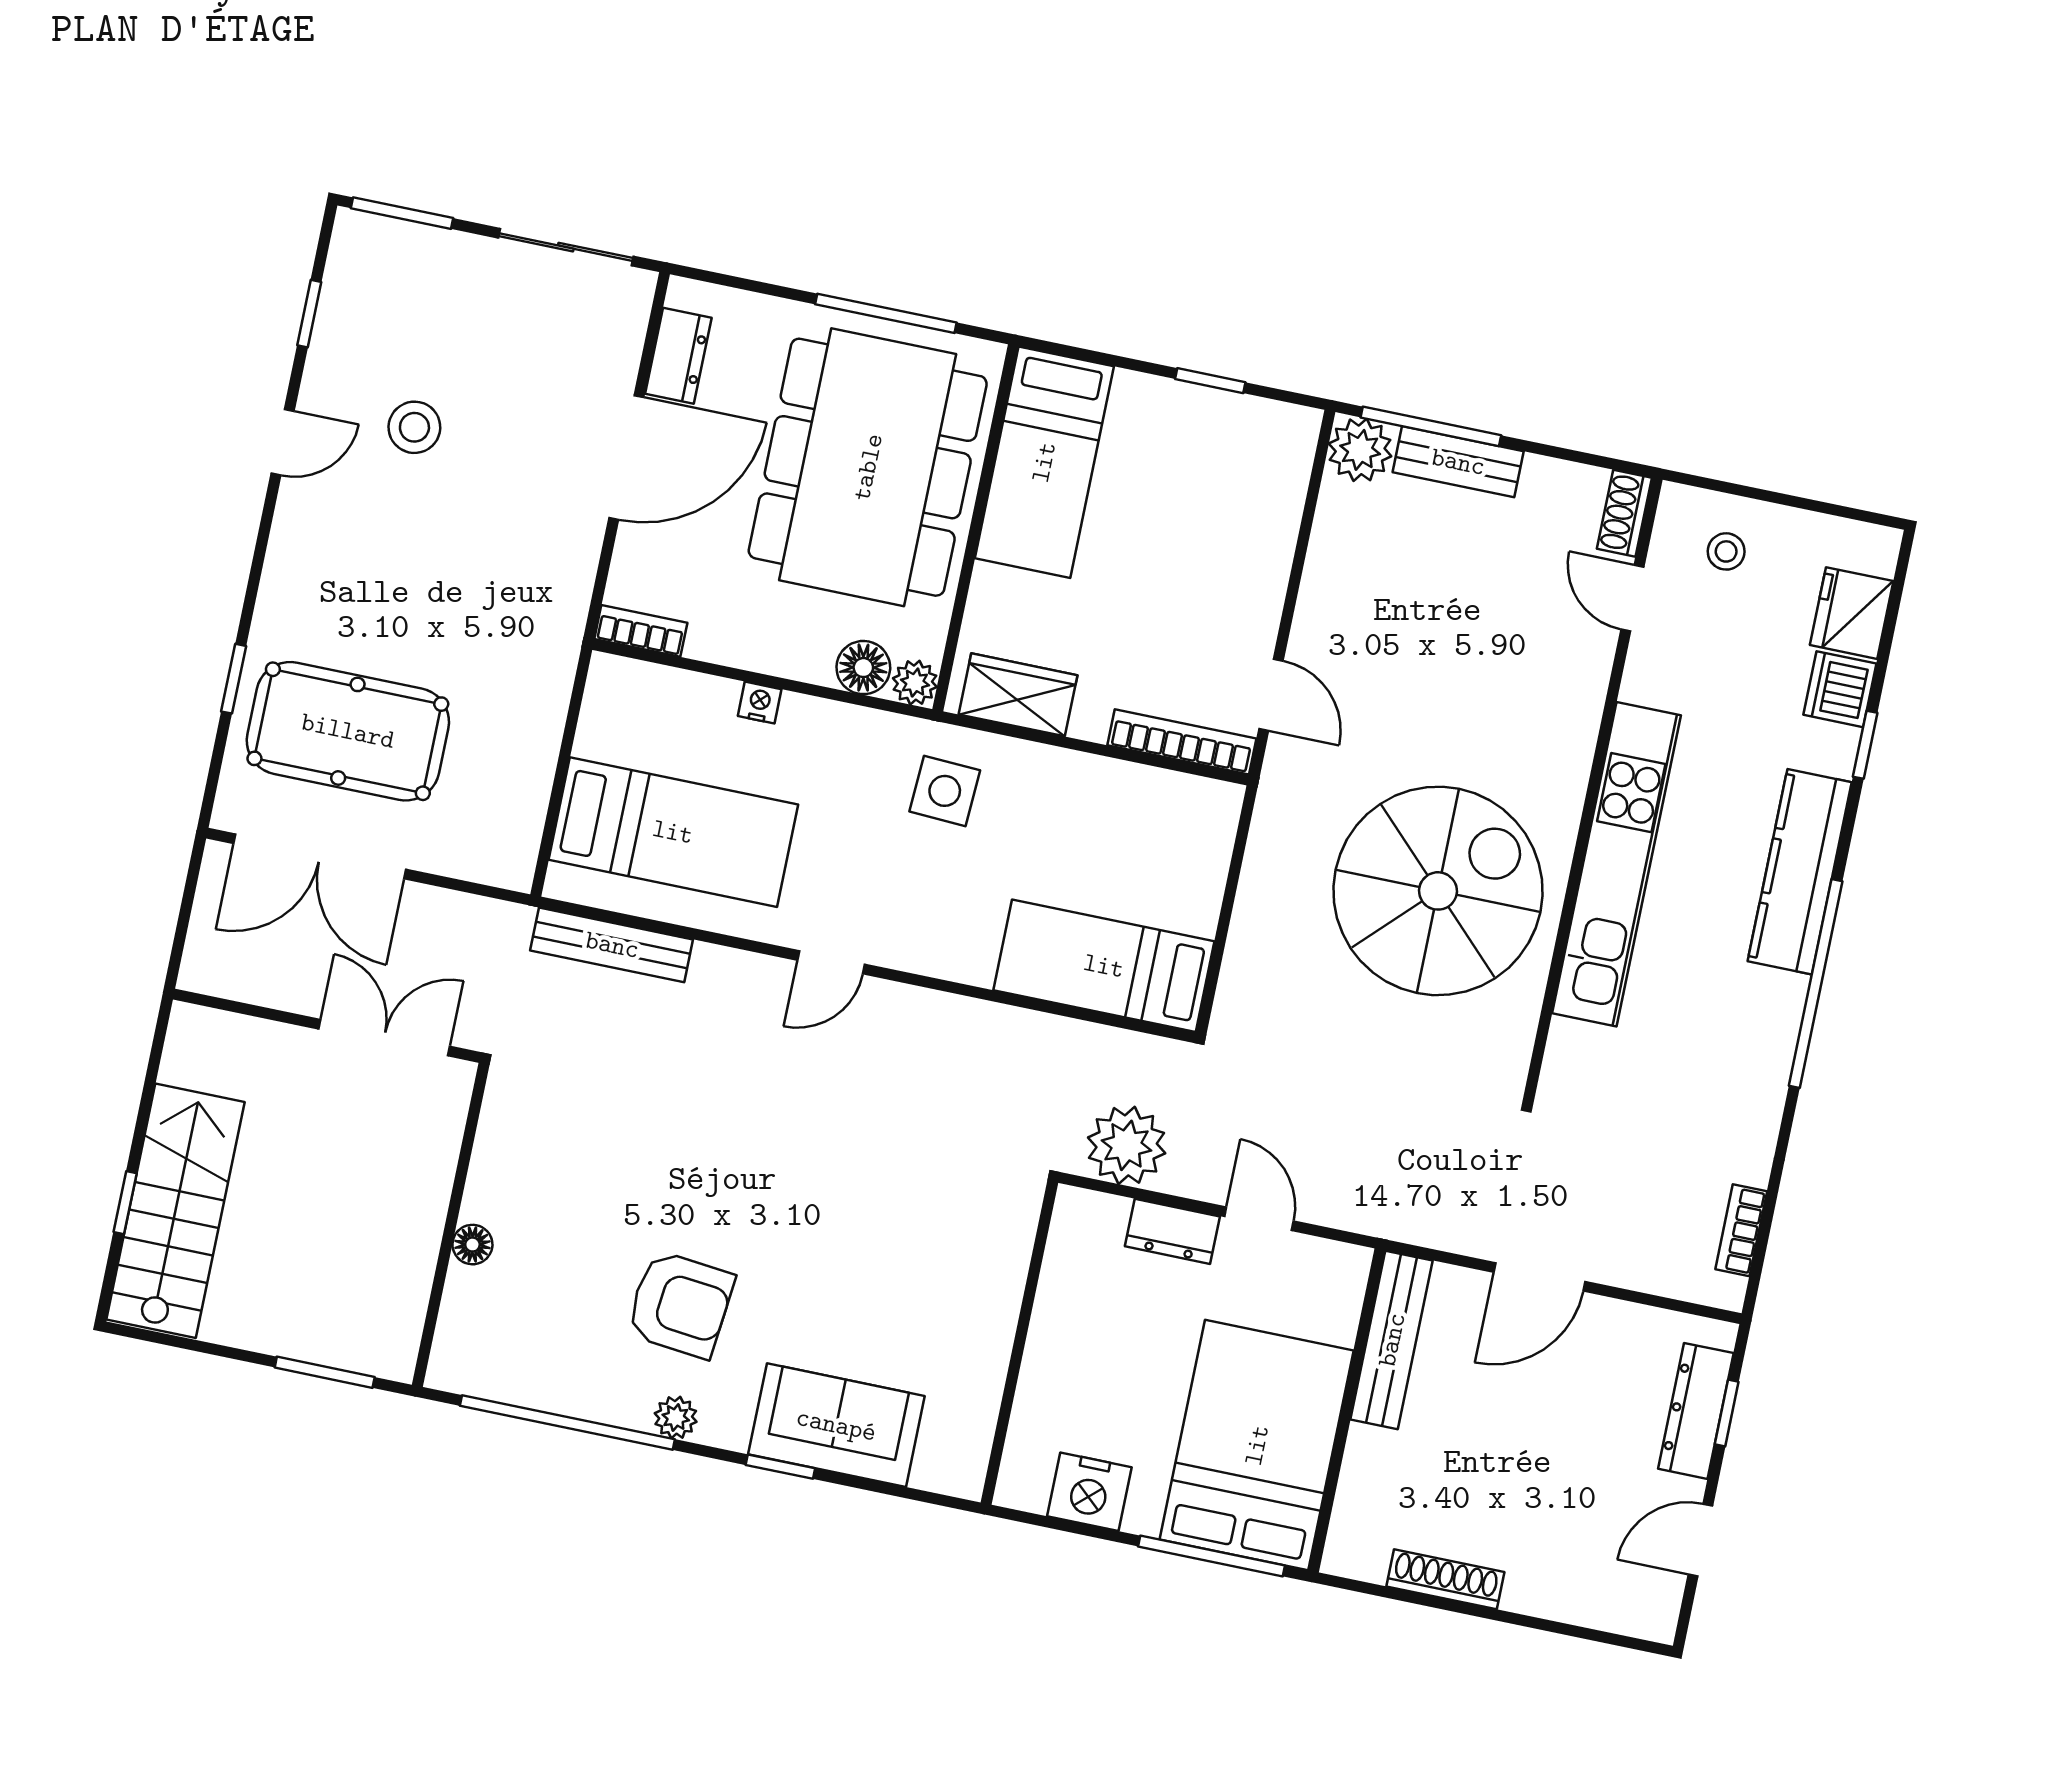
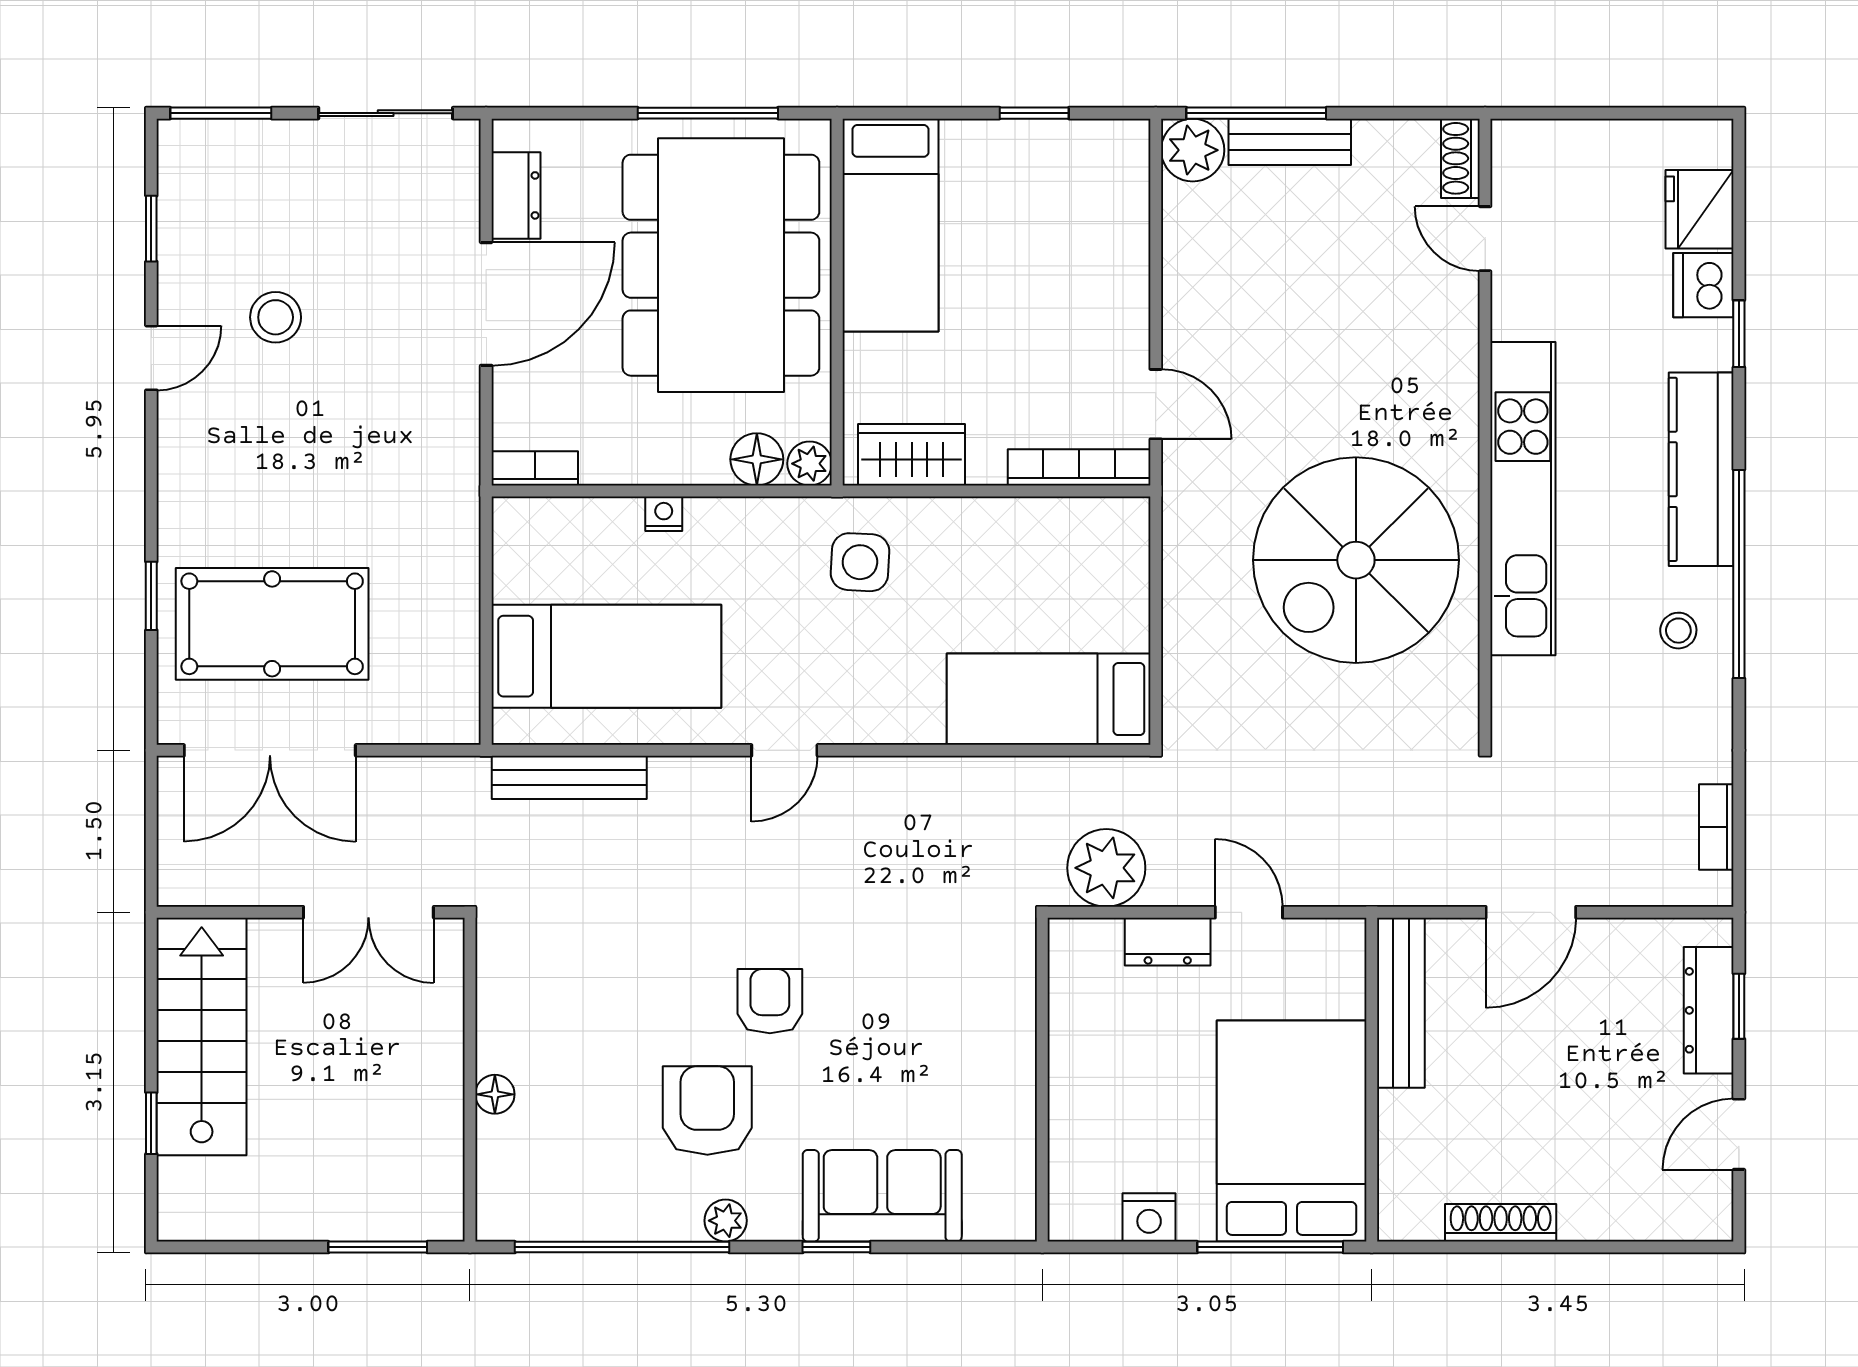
stool: (1726, 551) -> (1678, 631), moved
spiral stairs: (1438, 891) -> (1356, 560), turned 180
double door: (384, 1038) -> (368, 912), swing flipped
armchair: (765, 1209) -> (770, 1001), added
stairs: (176, 1211) -> (202, 1037), moved
armchair: (680, 1304) -> (707, 1110), turned -96
nightstand: (1089, 1492) -> (1149, 1217), width x0.74, depth x0.75

